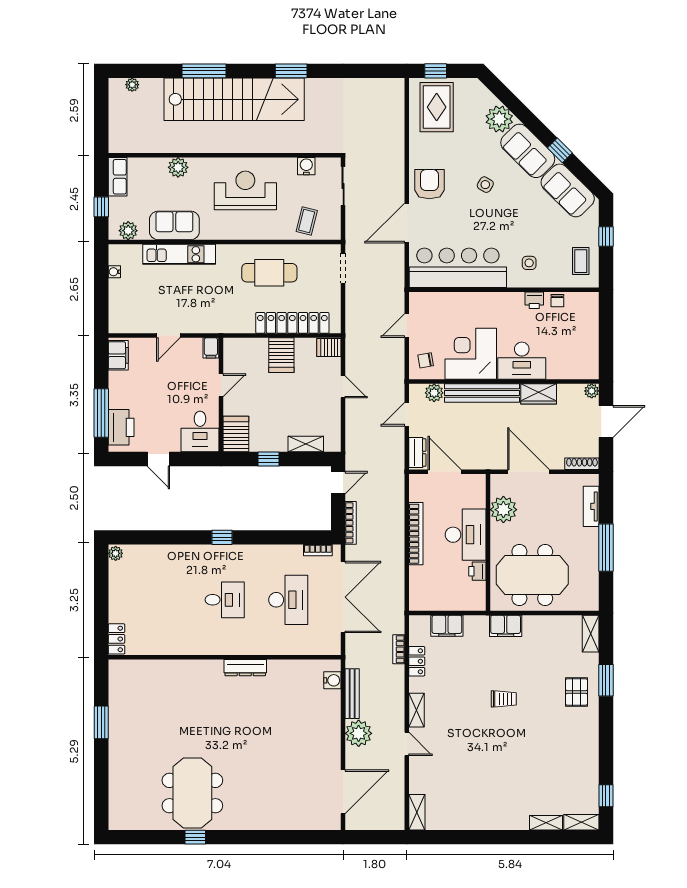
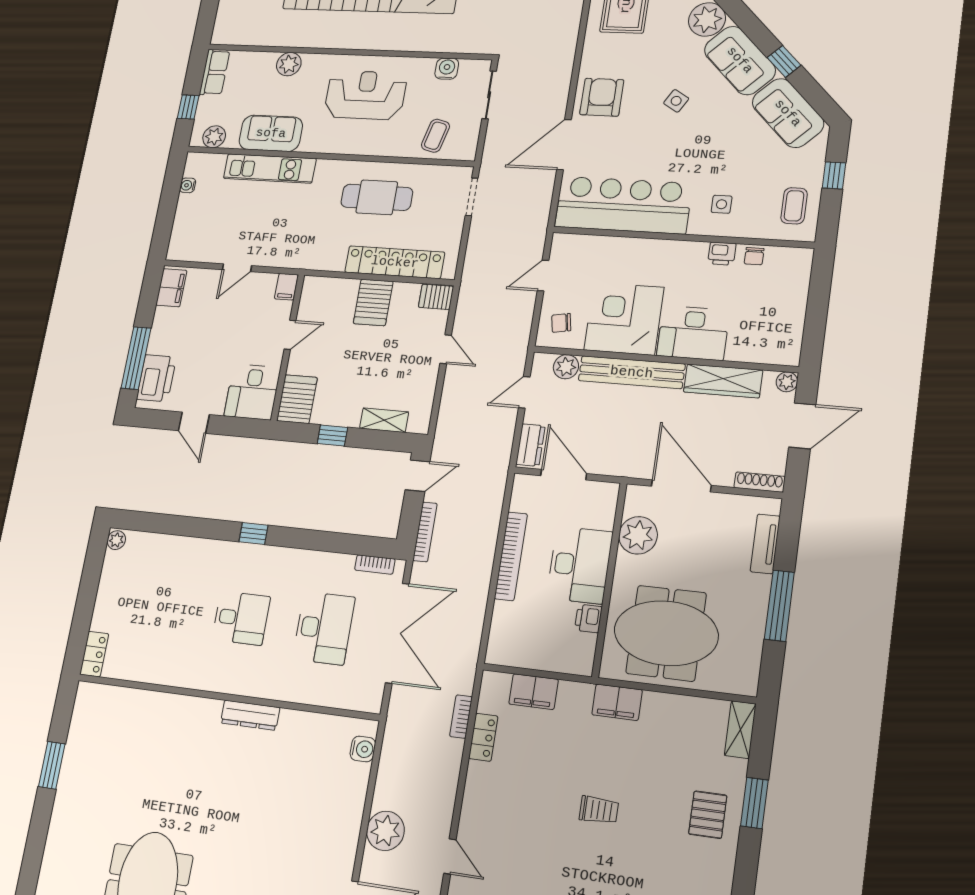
wardrobe: (539, 394) -> (723, 381), width x1.50
bench: (352, 694) -> (386, 772), removed
shelving: (416, 710) -> (472, 809), removed

